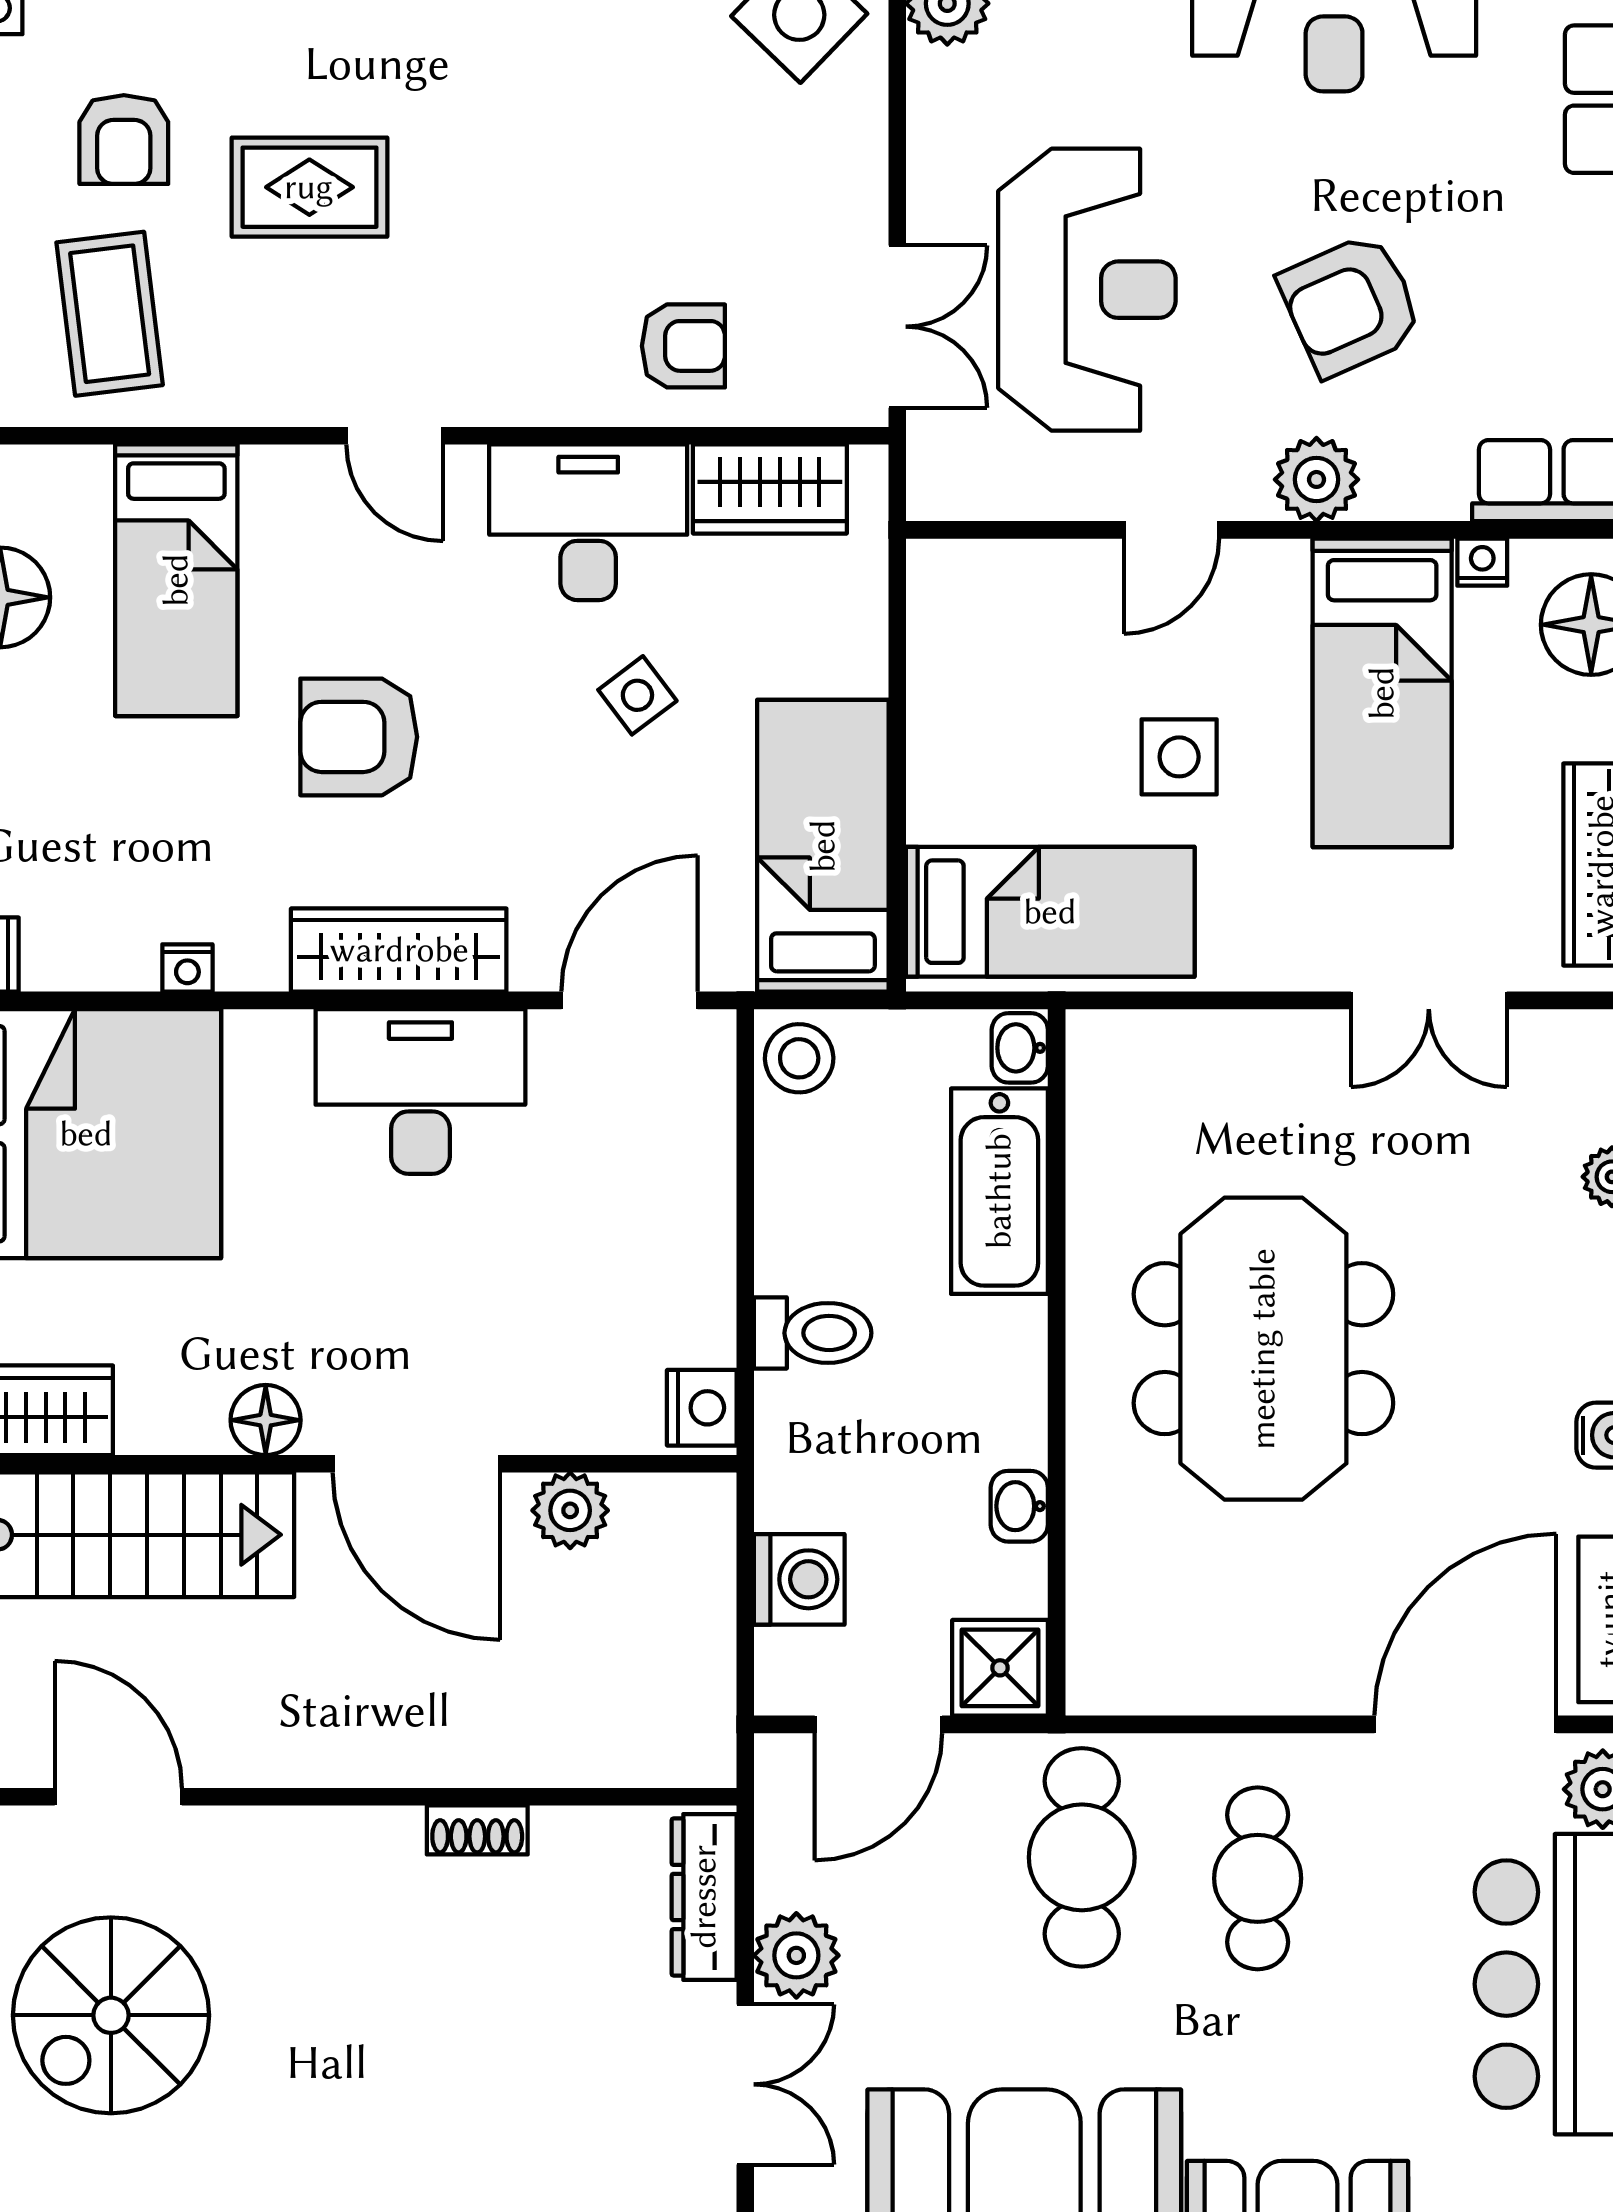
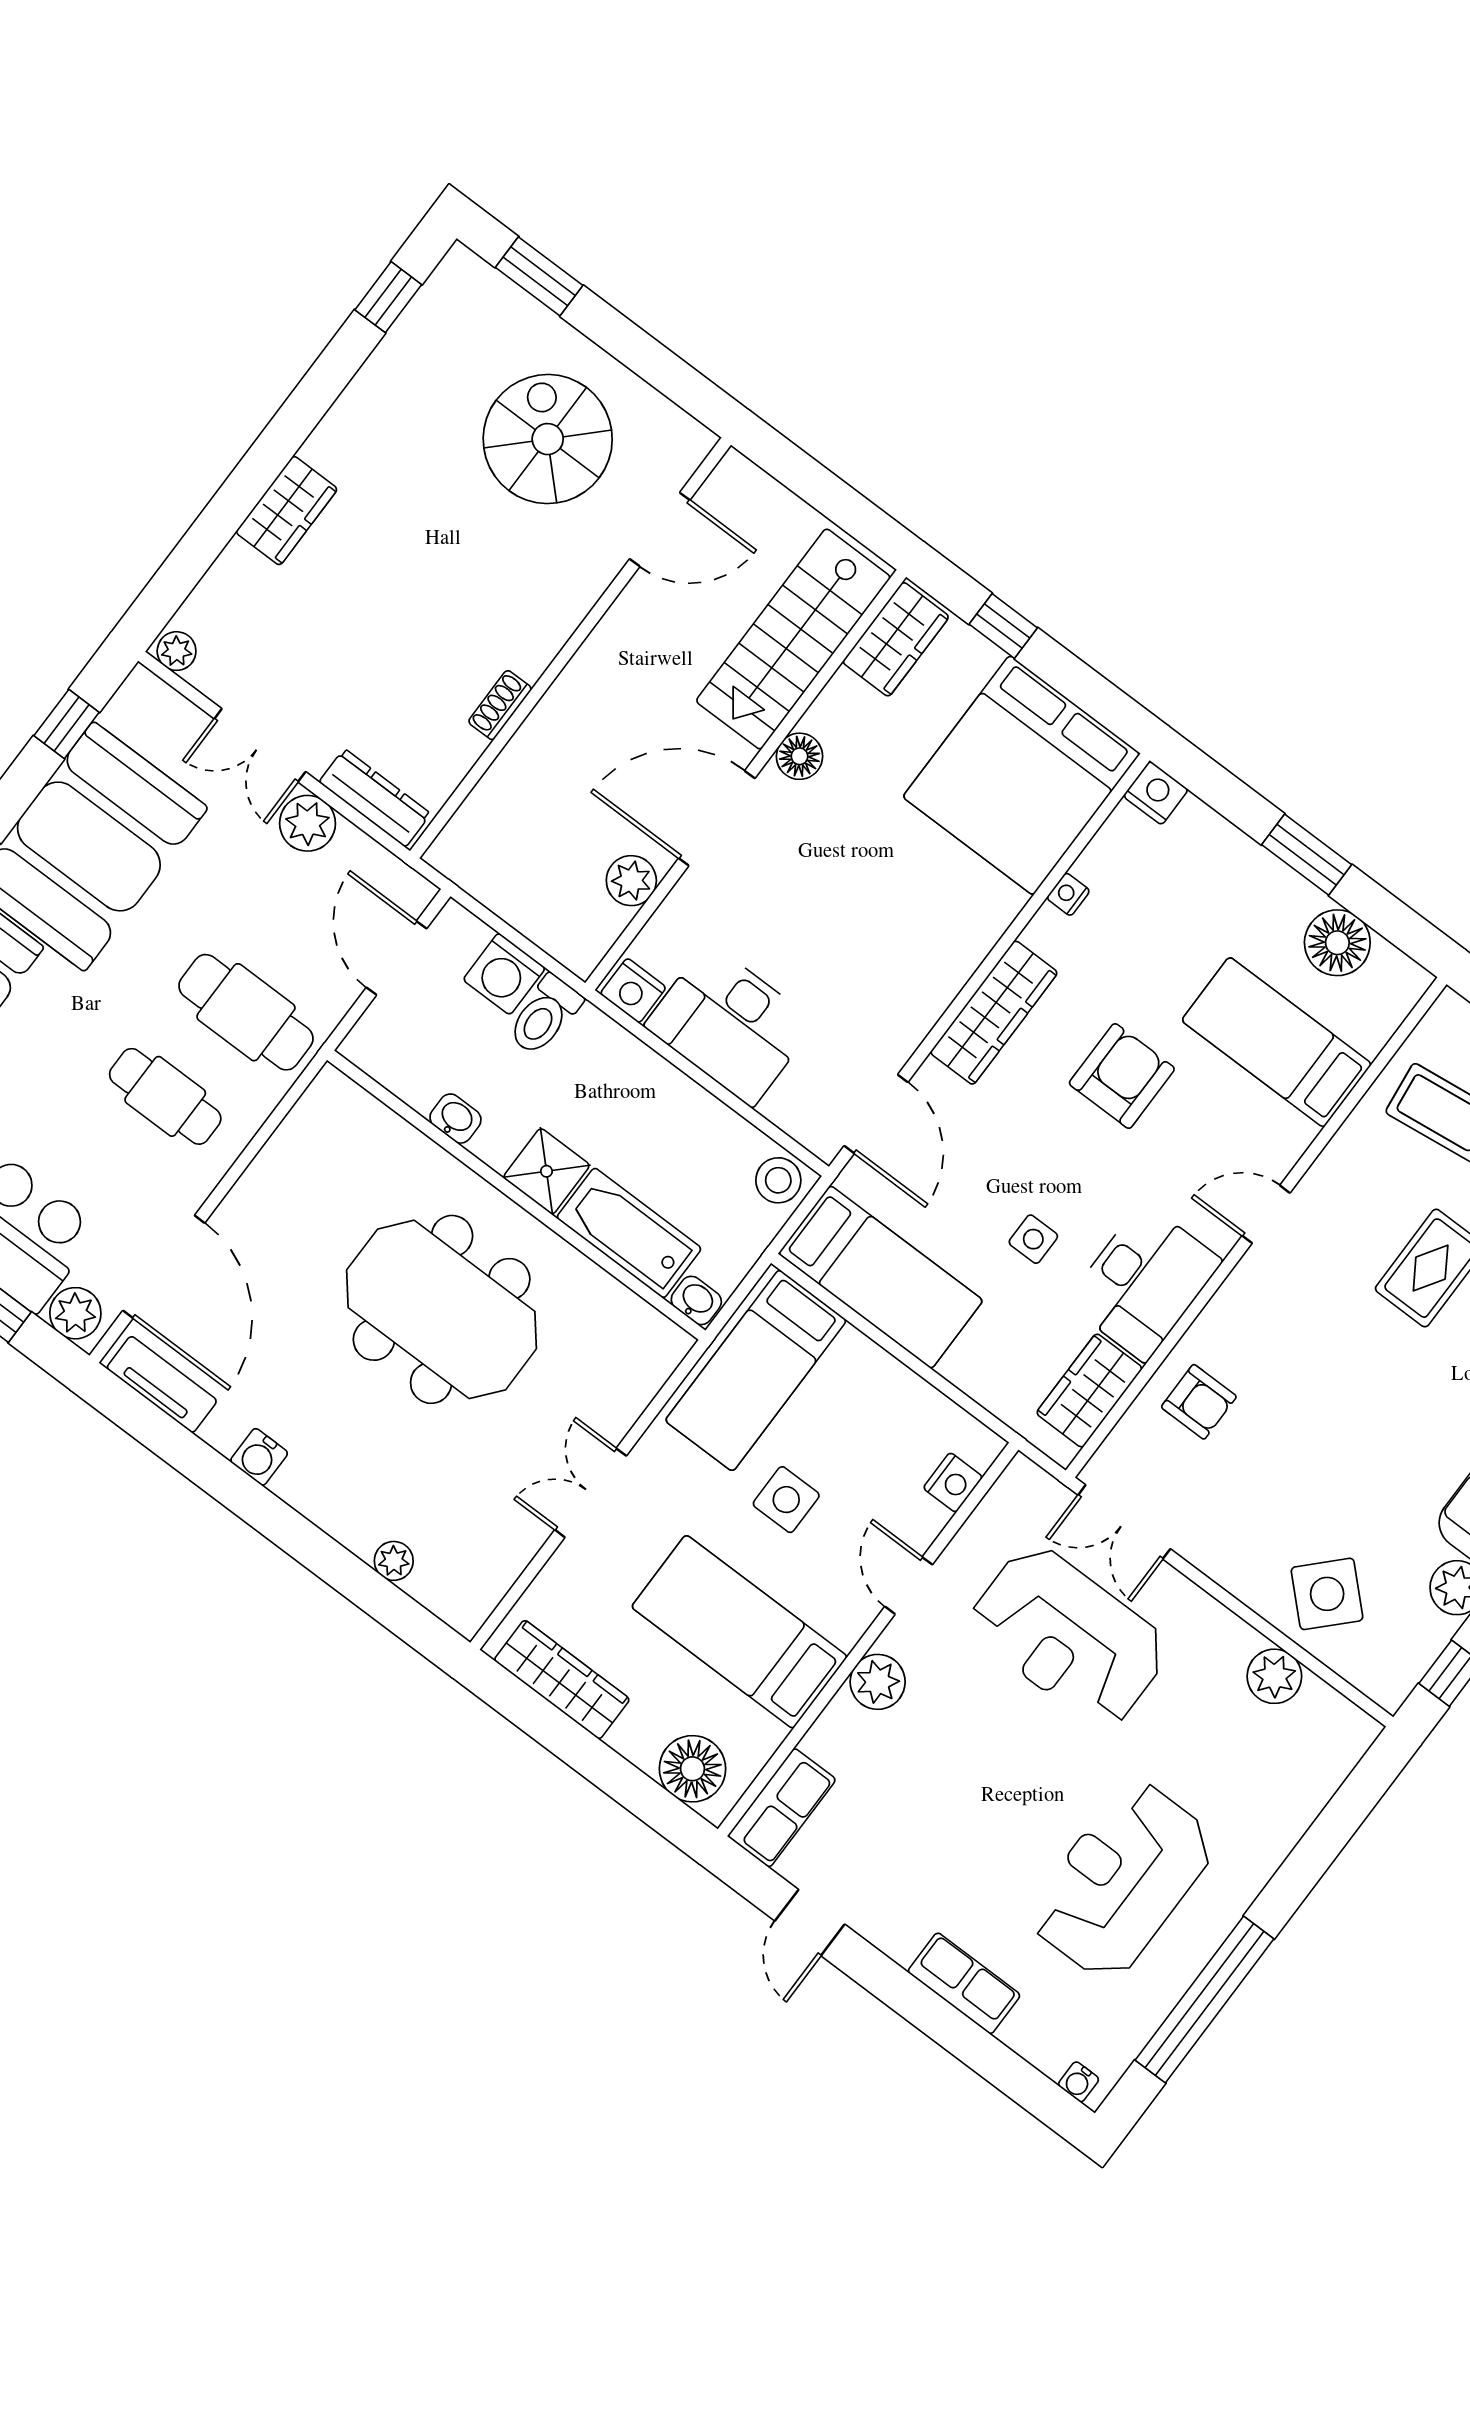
armchair: (1351, 305) -> (956, 1769), removed
armchair: (683, 346) -> (1199, 1402), turned -90
nightstand: (1482, 562) -> (953, 1482), moved, width x1.39, depth x1.35
side table: (637, 695) -> (1033, 1239), turned 37
double door: (1429, 1000) -> (591, 1493), moved
desk: (420, 1092) -> (730, 1024), moved, turned 90
toilet: (813, 1333) -> (545, 1015), moved
shower: (1000, 1668) -> (546, 1171), moved

